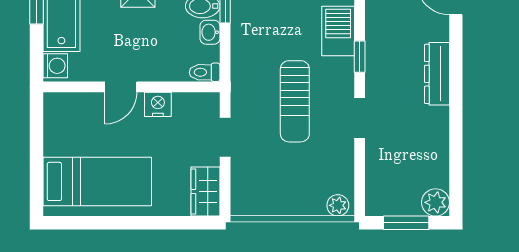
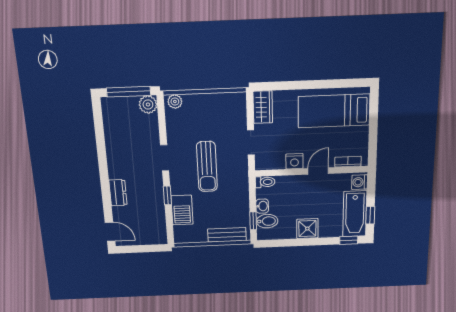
dresser: (437, 74) -> (118, 193), width x0.70
bookcase: (74, 100) -> (348, 162), added
sun lounger: (295, 101) -> (207, 167), turned 180
plant: (436, 202) -> (148, 105), moved
window: (406, 223) -> (129, 92), width x1.44

